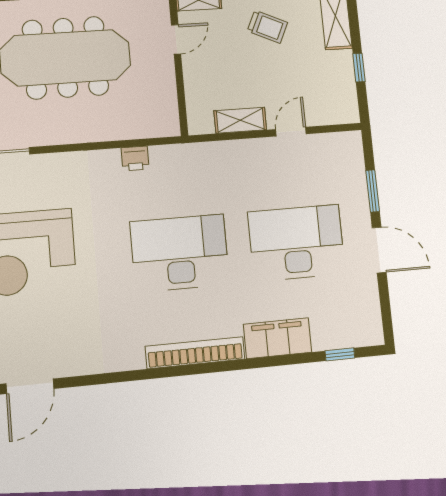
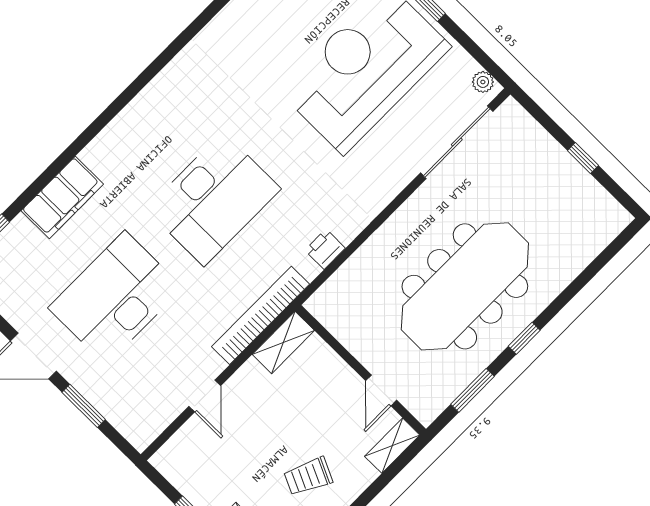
shelving: (240, 120) -> (283, 342), moved
desk: (297, 243) -> (115, 298), turned 180
bookcase: (195, 353) -> (261, 315), moved, turned 180

